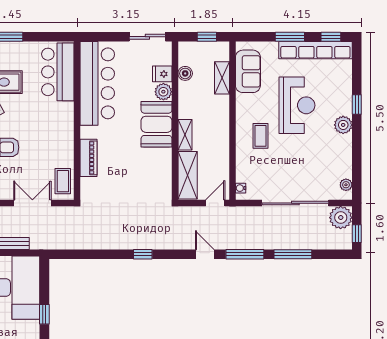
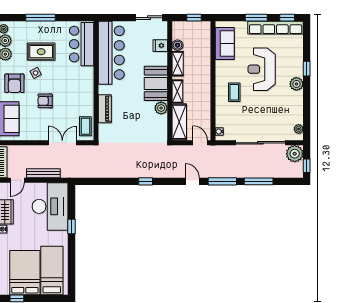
shelving: (222, 78) -> (178, 64), moved
plant: (163, 92) -> (161, 108), moved
reception desk: (297, 105) -> (262, 69), turned 180
door: (215, 203) -> (200, 143), hinge flipped

